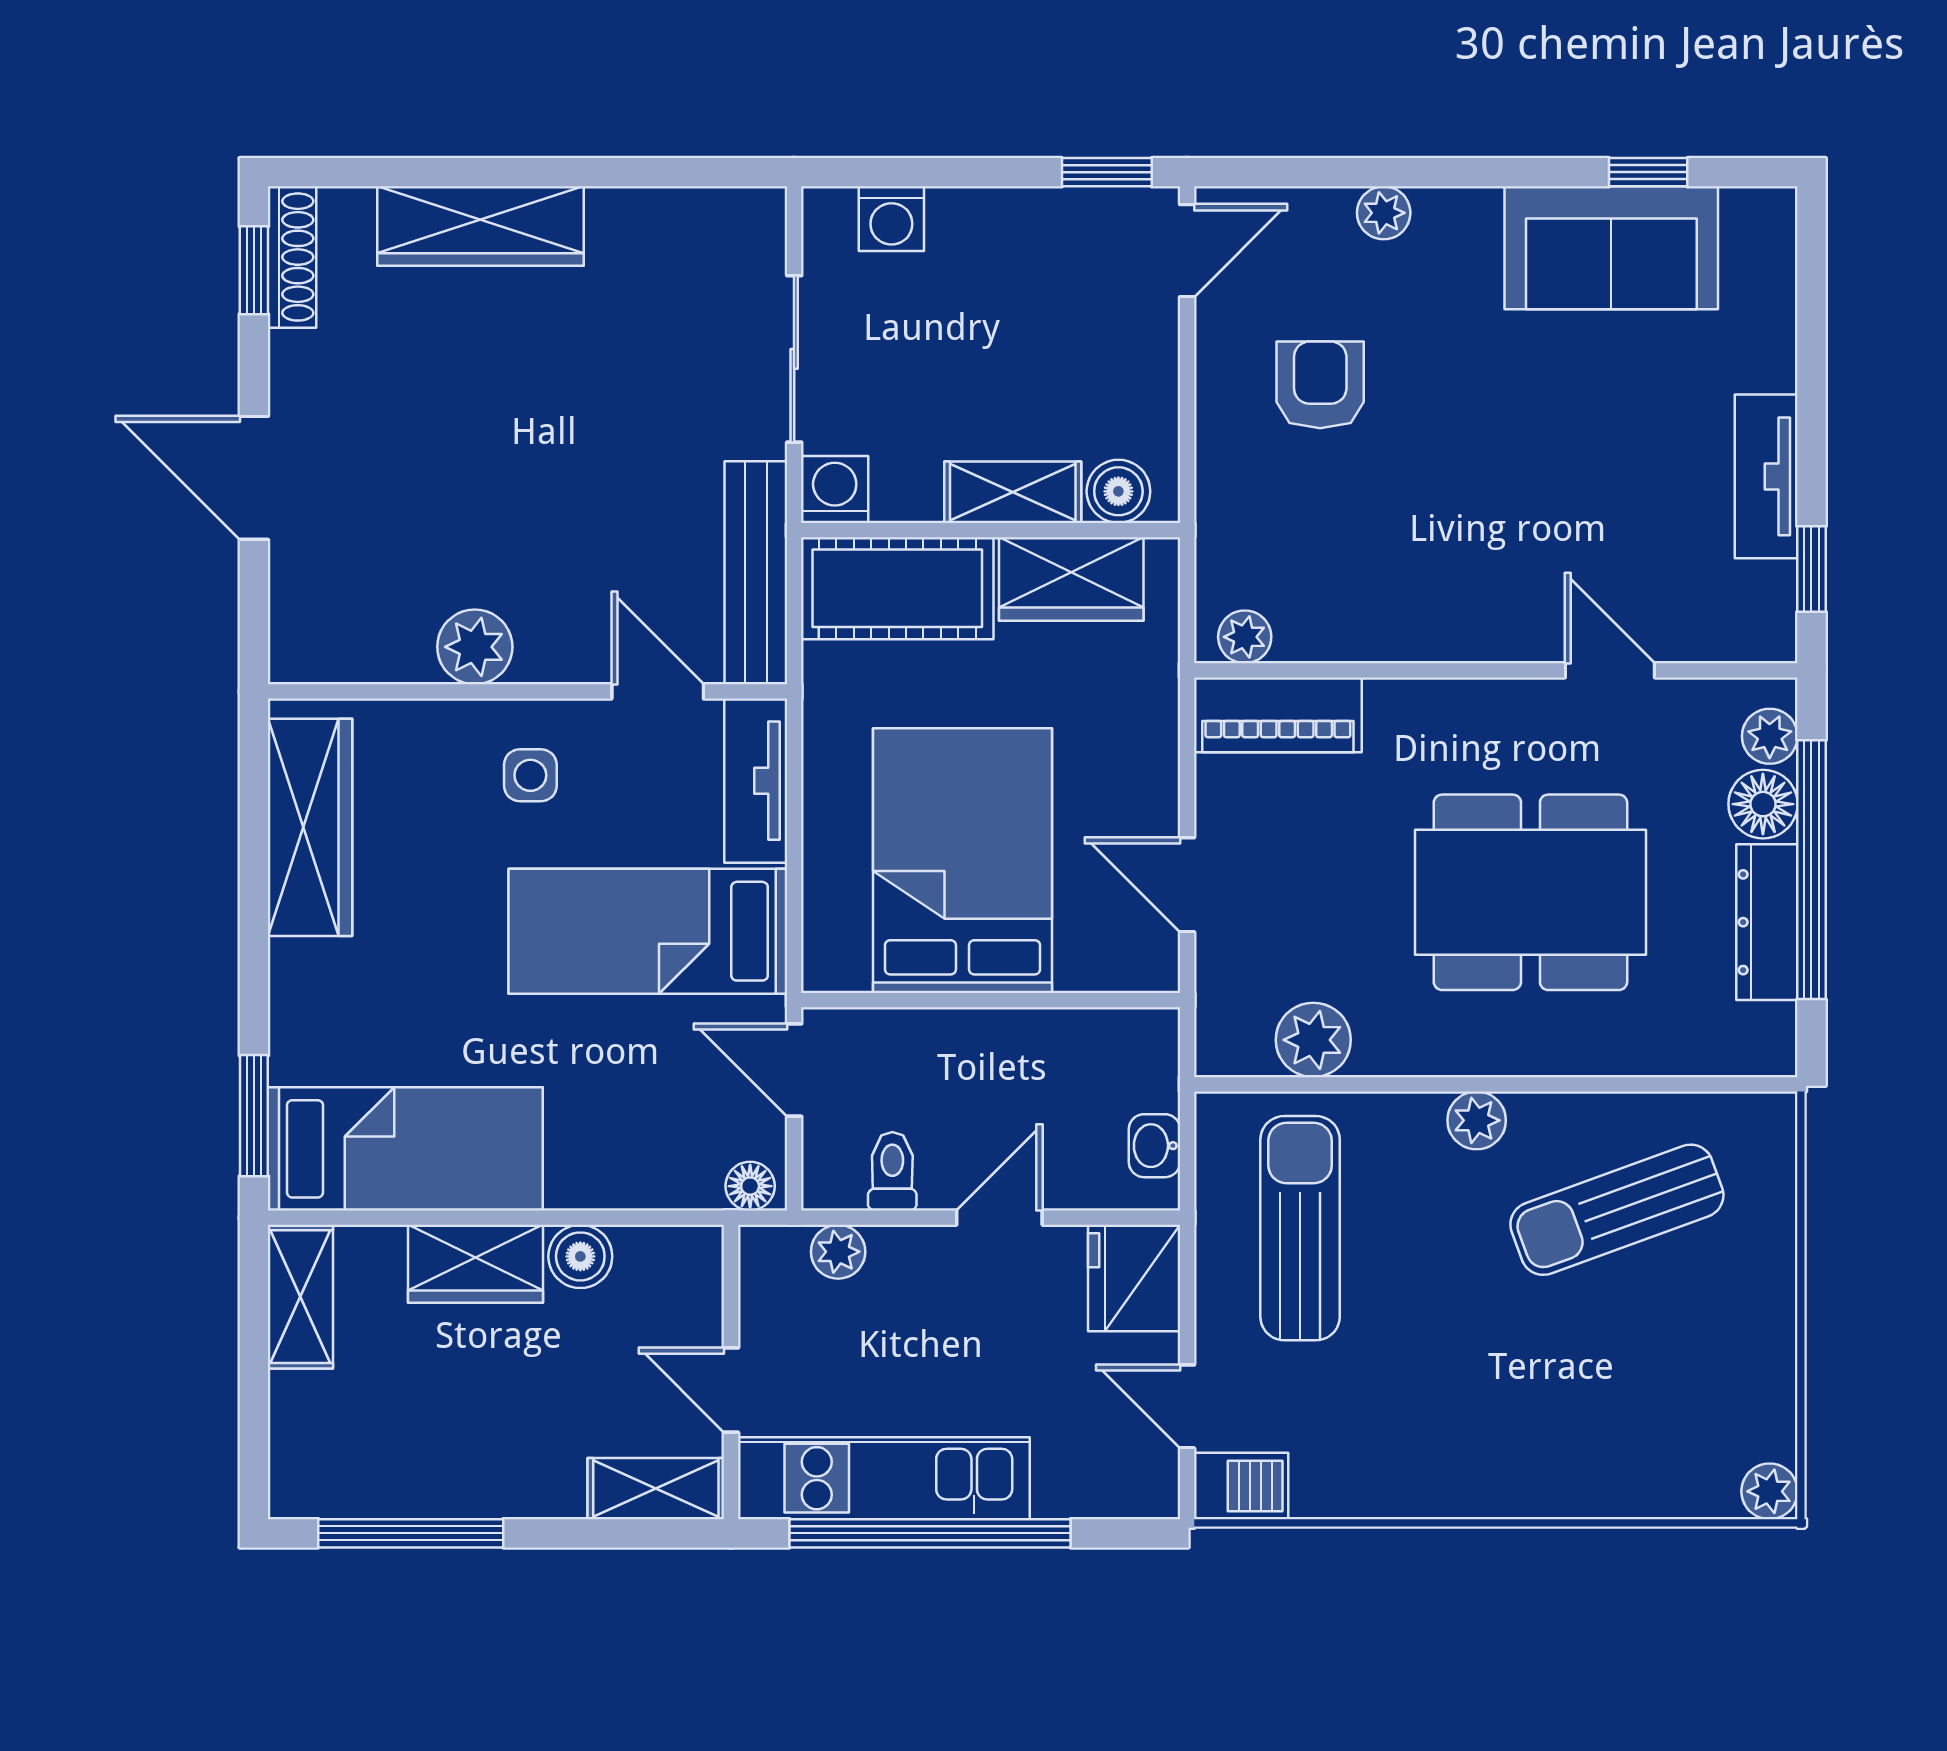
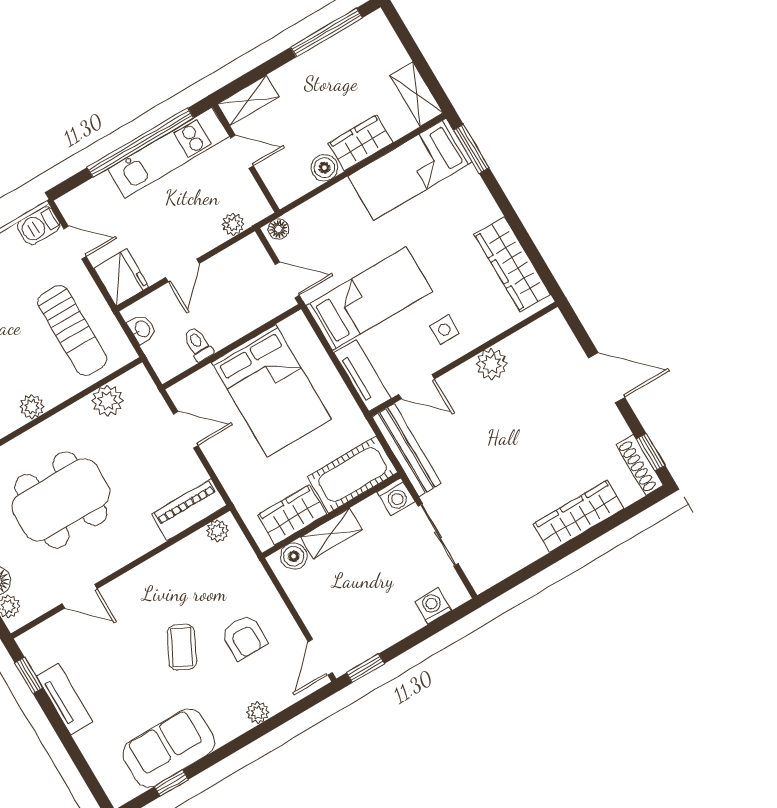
coffee table: (1461, 440) -> (182, 647), added
toilet: (892, 1171) -> (198, 344), moved, turned 180

